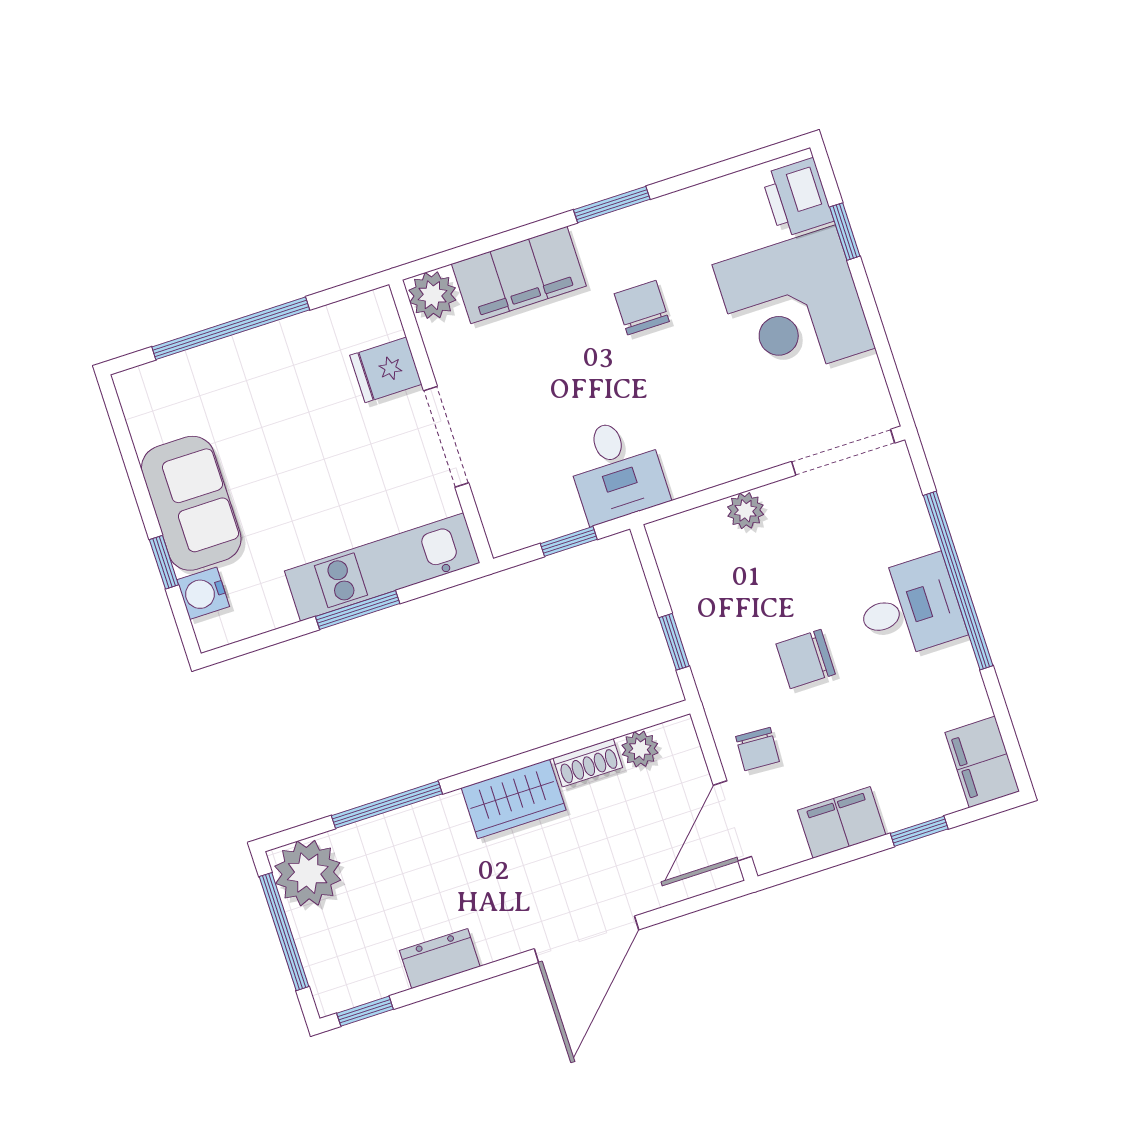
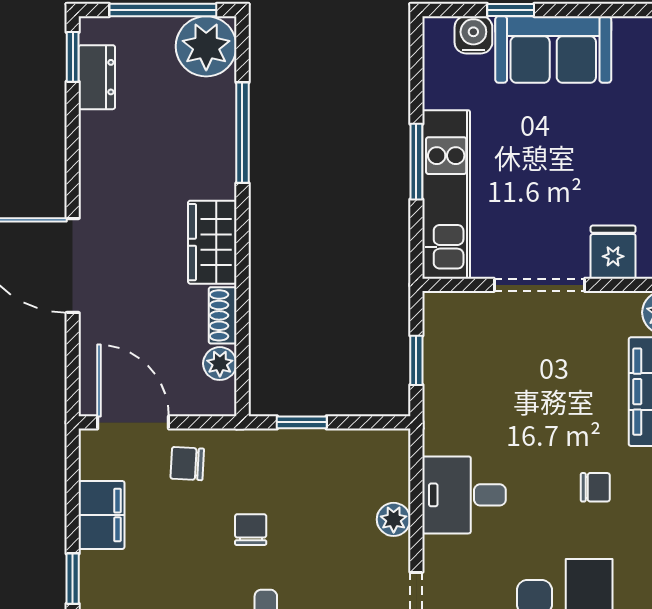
chair: (642, 308) -> (595, 487), width x0.73, depth x0.73
desk: (617, 470) -> (464, 495), moved
chair: (806, 659) -> (251, 530), width x0.73, depth x0.73
dresser: (440, 959) -> (97, 77), moved

